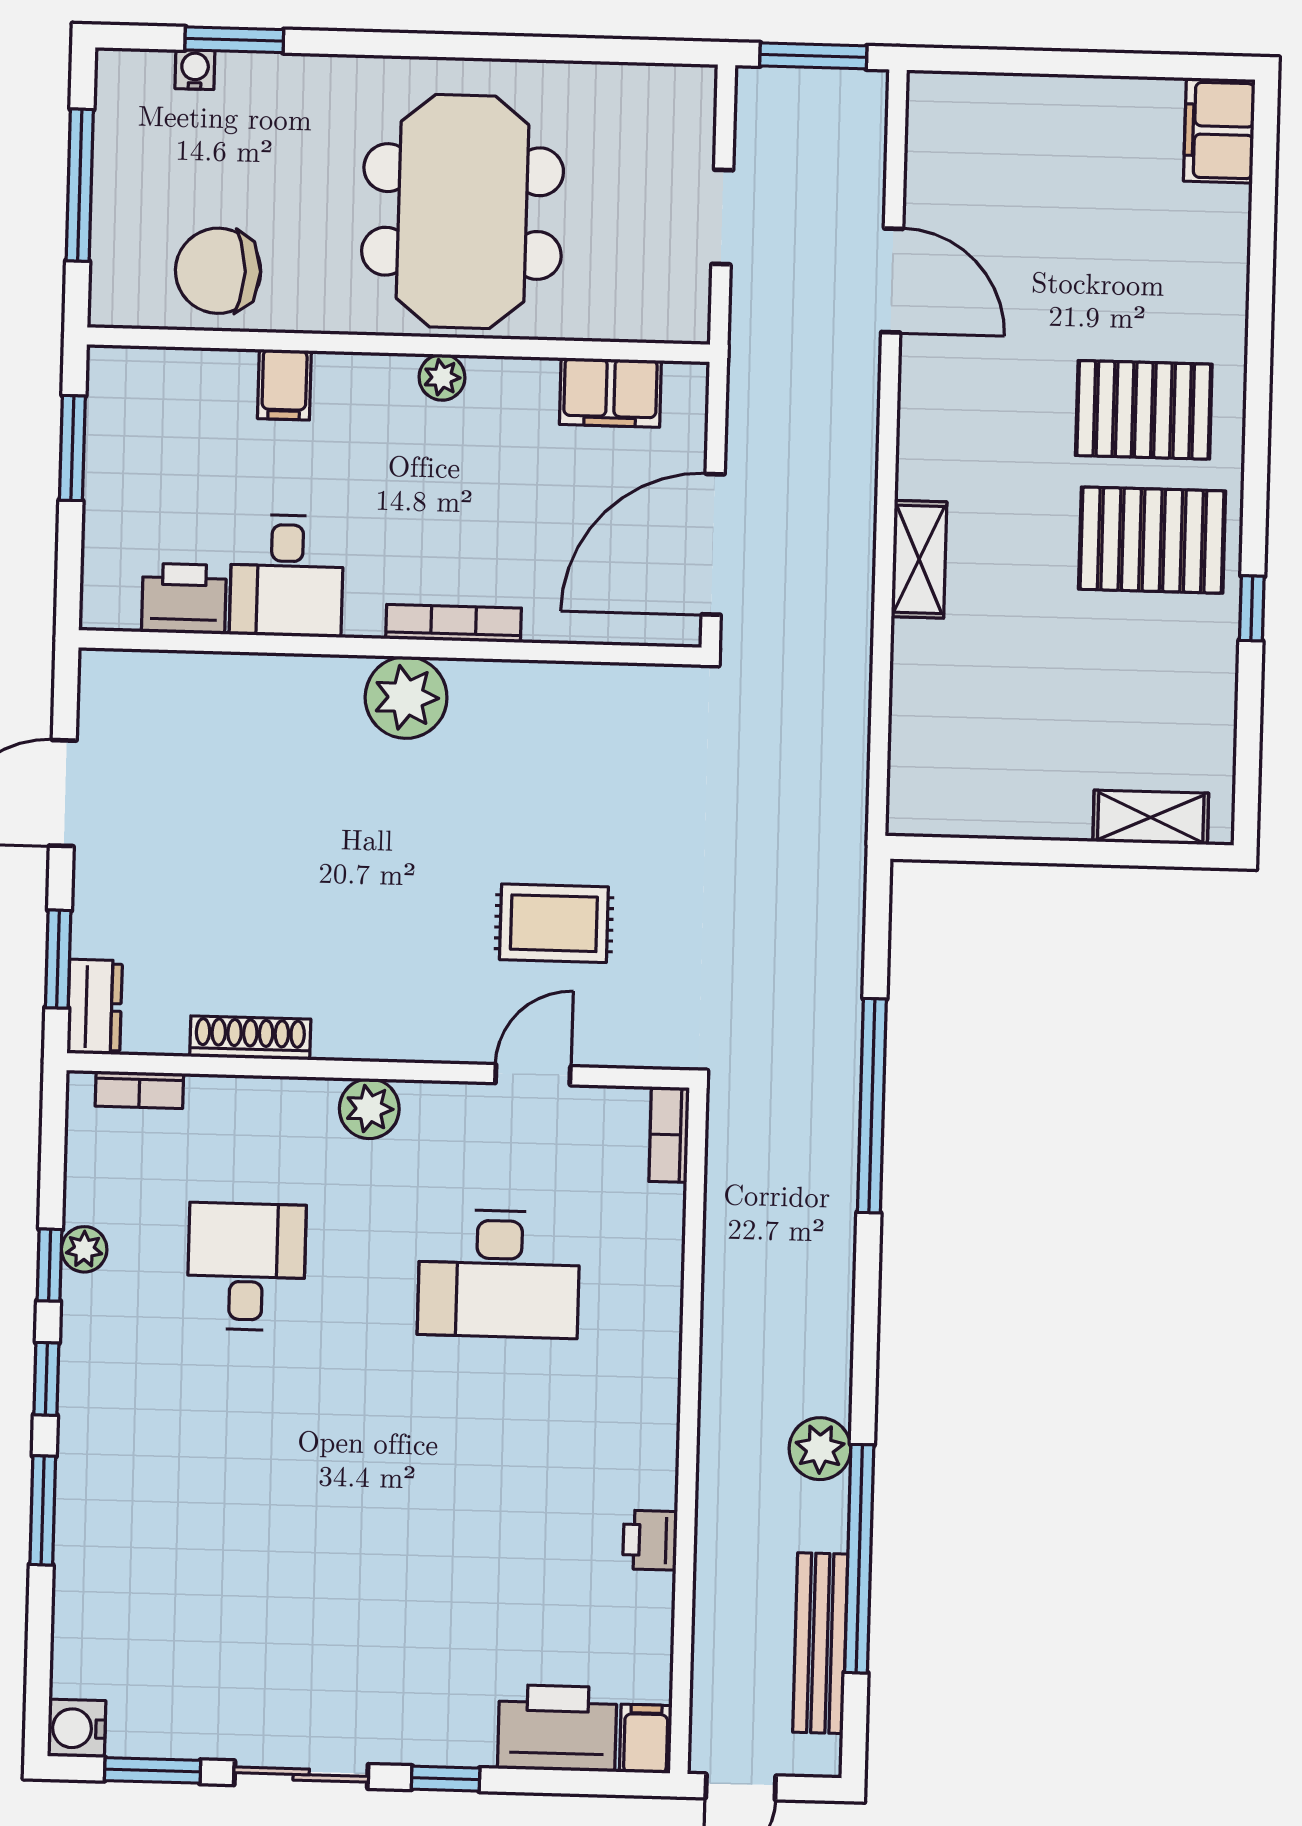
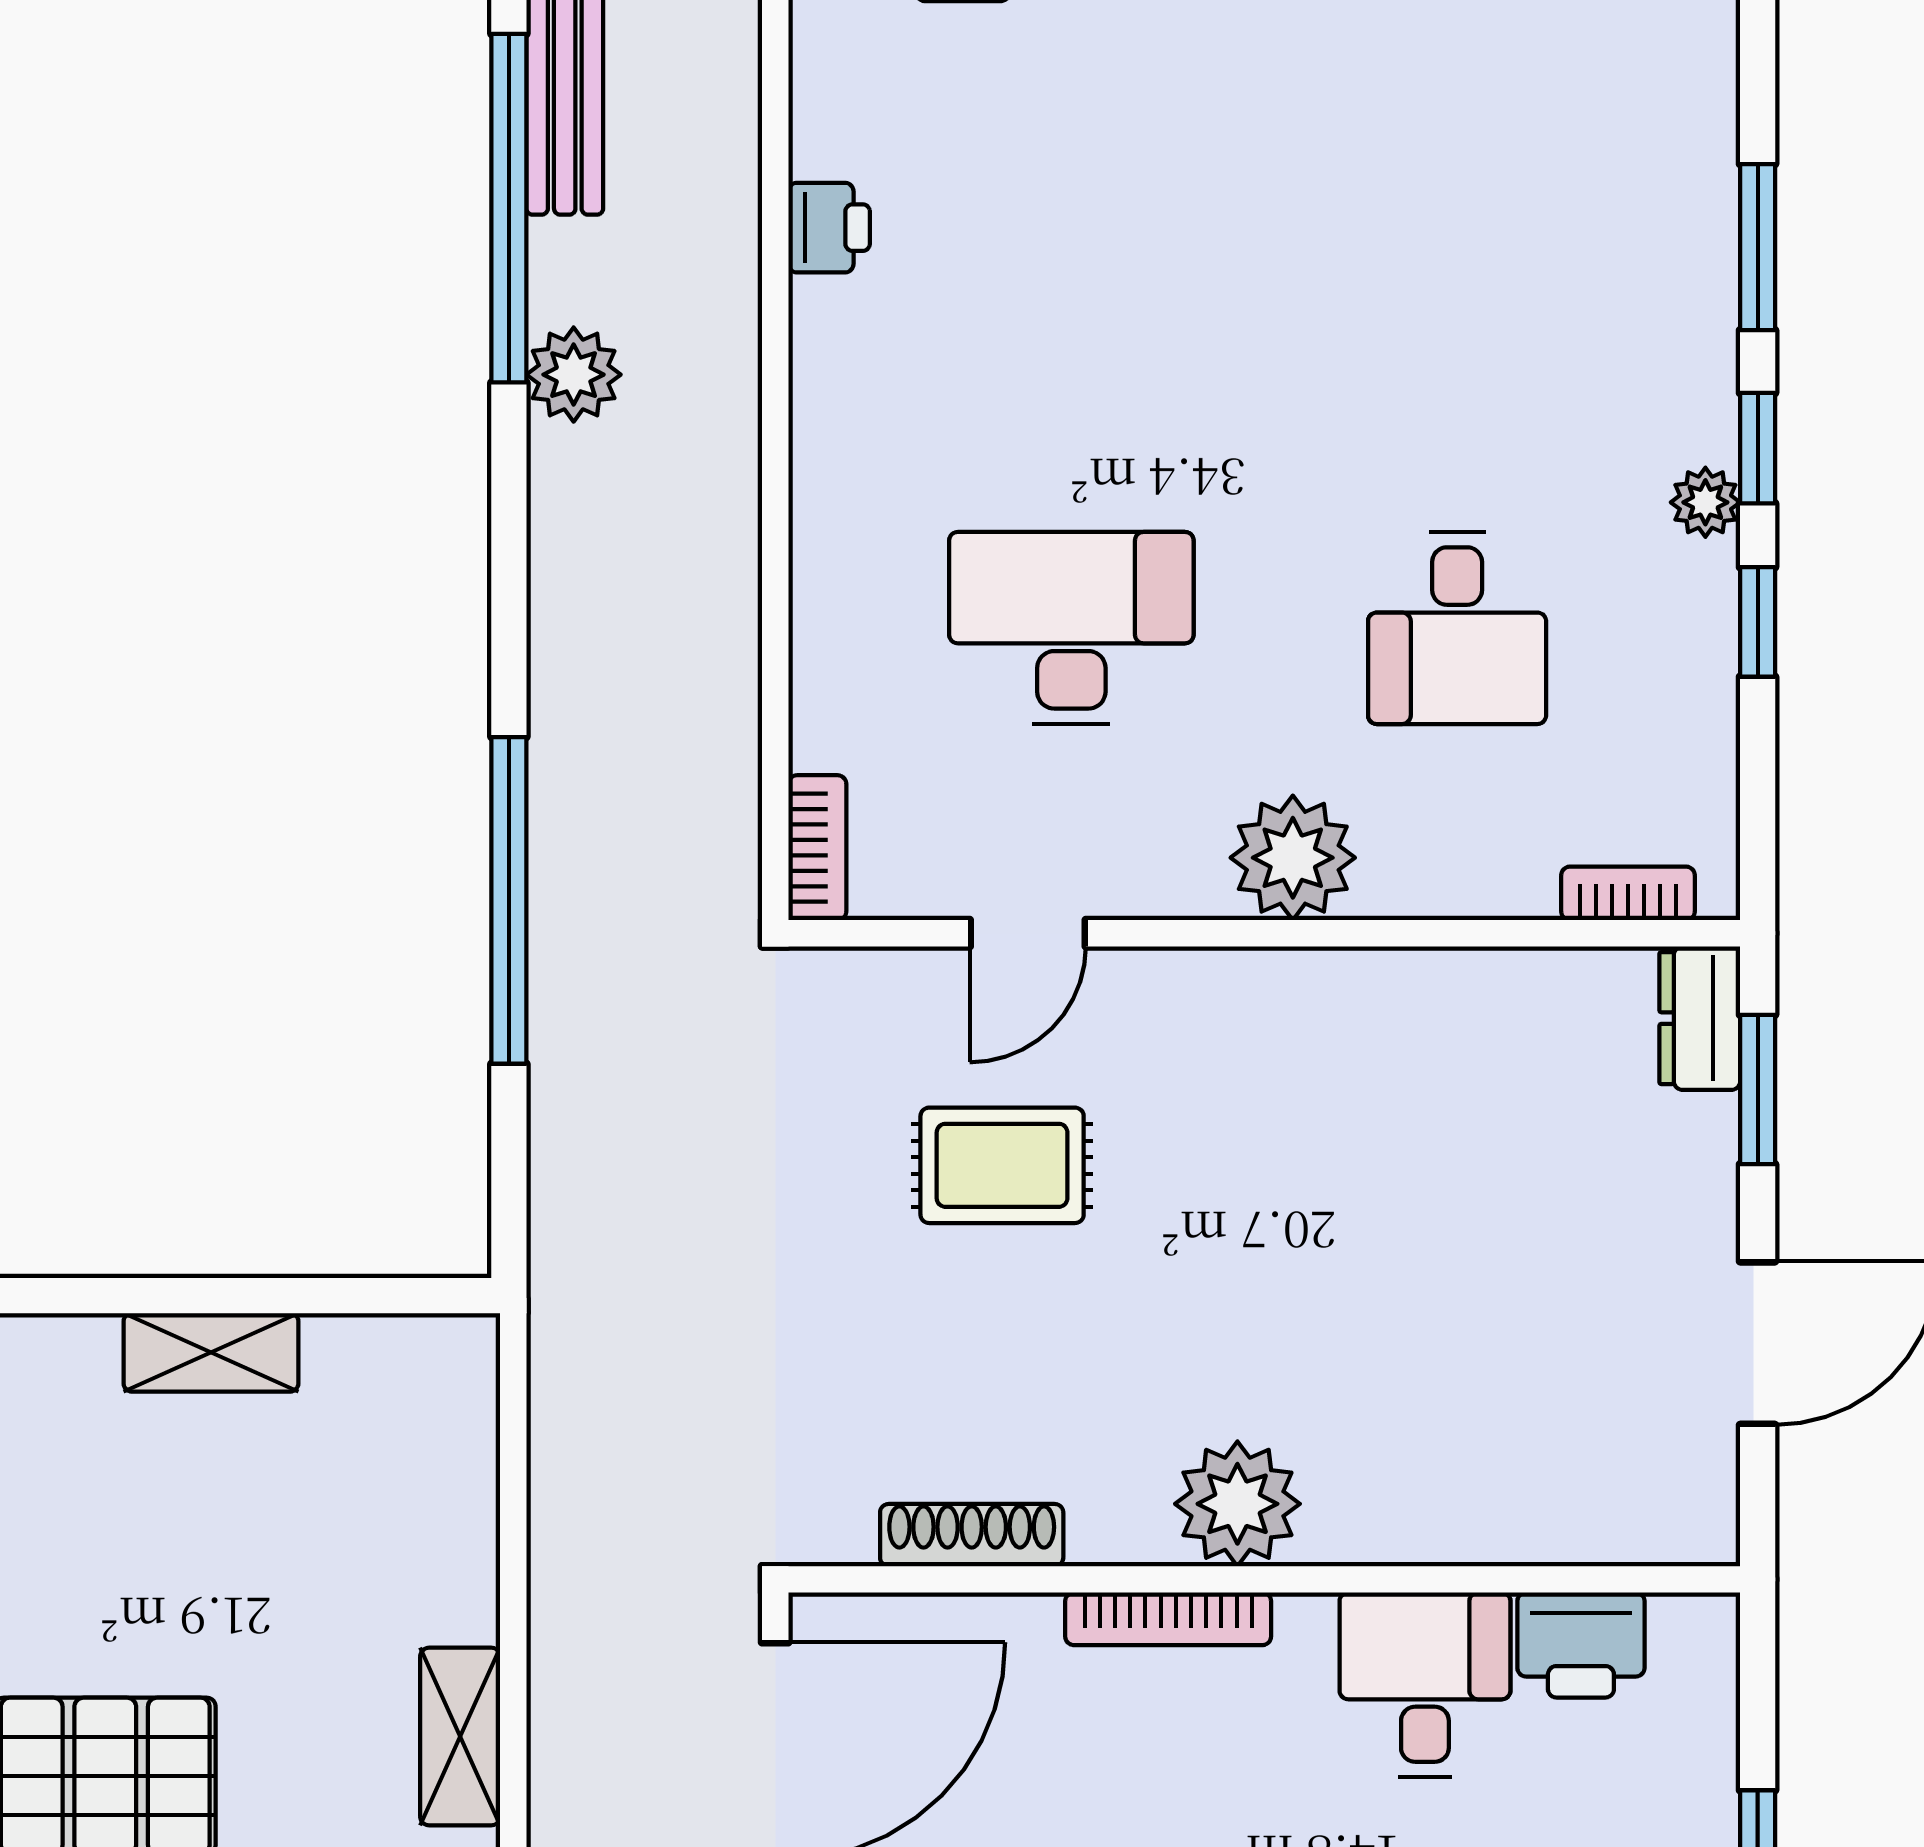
shelving: (1151, 817) -> (211, 1352), moved
shoe rack: (250, 1038) -> (972, 1535), moved, turned 180
plant: (369, 1109) -> (1293, 858), width x1.36, depth x1.36
plant: (84, 1249) -> (1705, 502), moved

